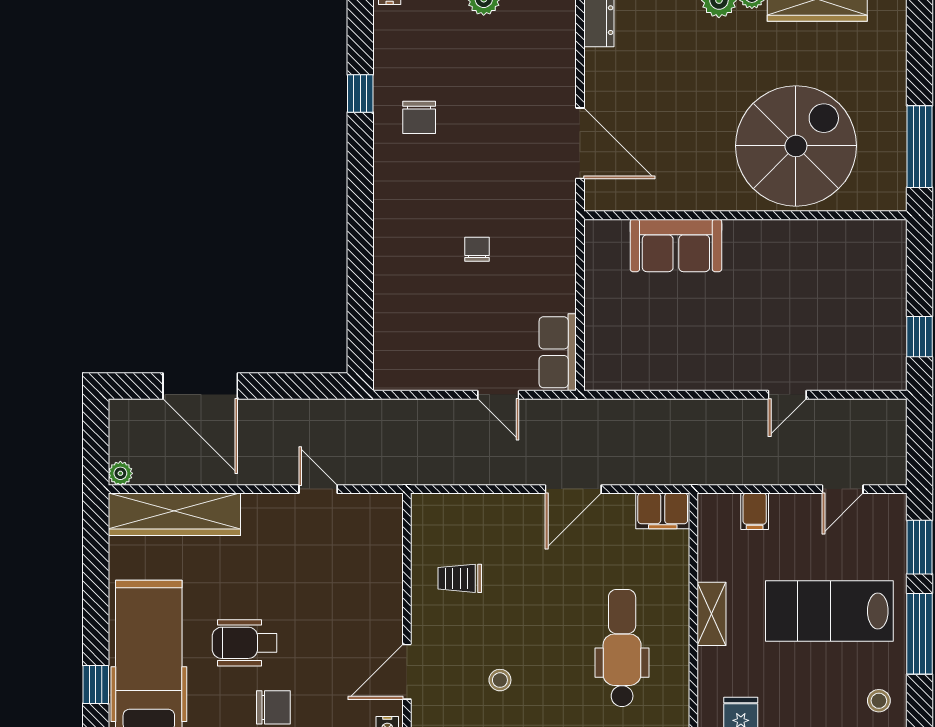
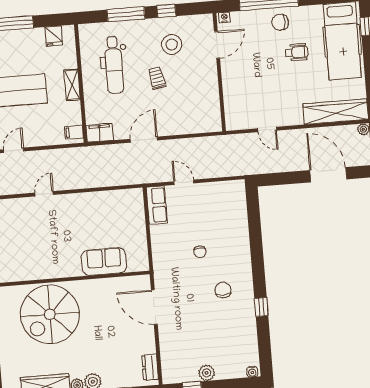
window: (360, 94) -> (261, 307), moved
chair: (419, 117) -> (223, 290), moved
filing cabinet: (755, 511) -> (74, 132), moved, turned -90
trolley: (460, 578) -> (157, 78), moved, turned -100
wheelchair: (245, 643) -> (297, 52), width x0.73, depth x0.73
stool: (500, 680) -> (172, 44), width x1.89, depth x1.89

